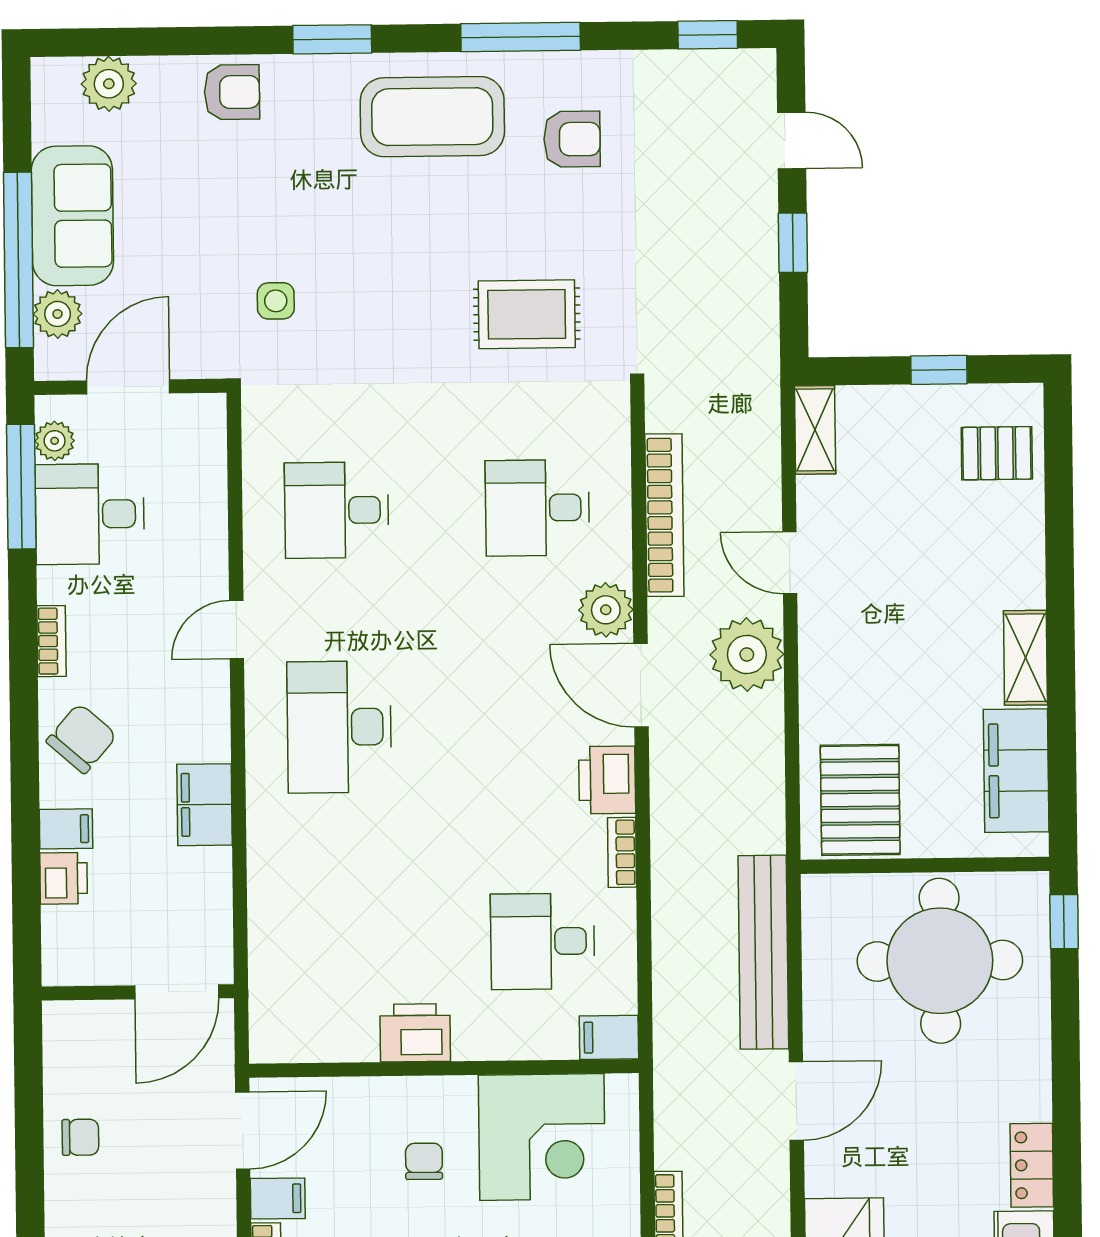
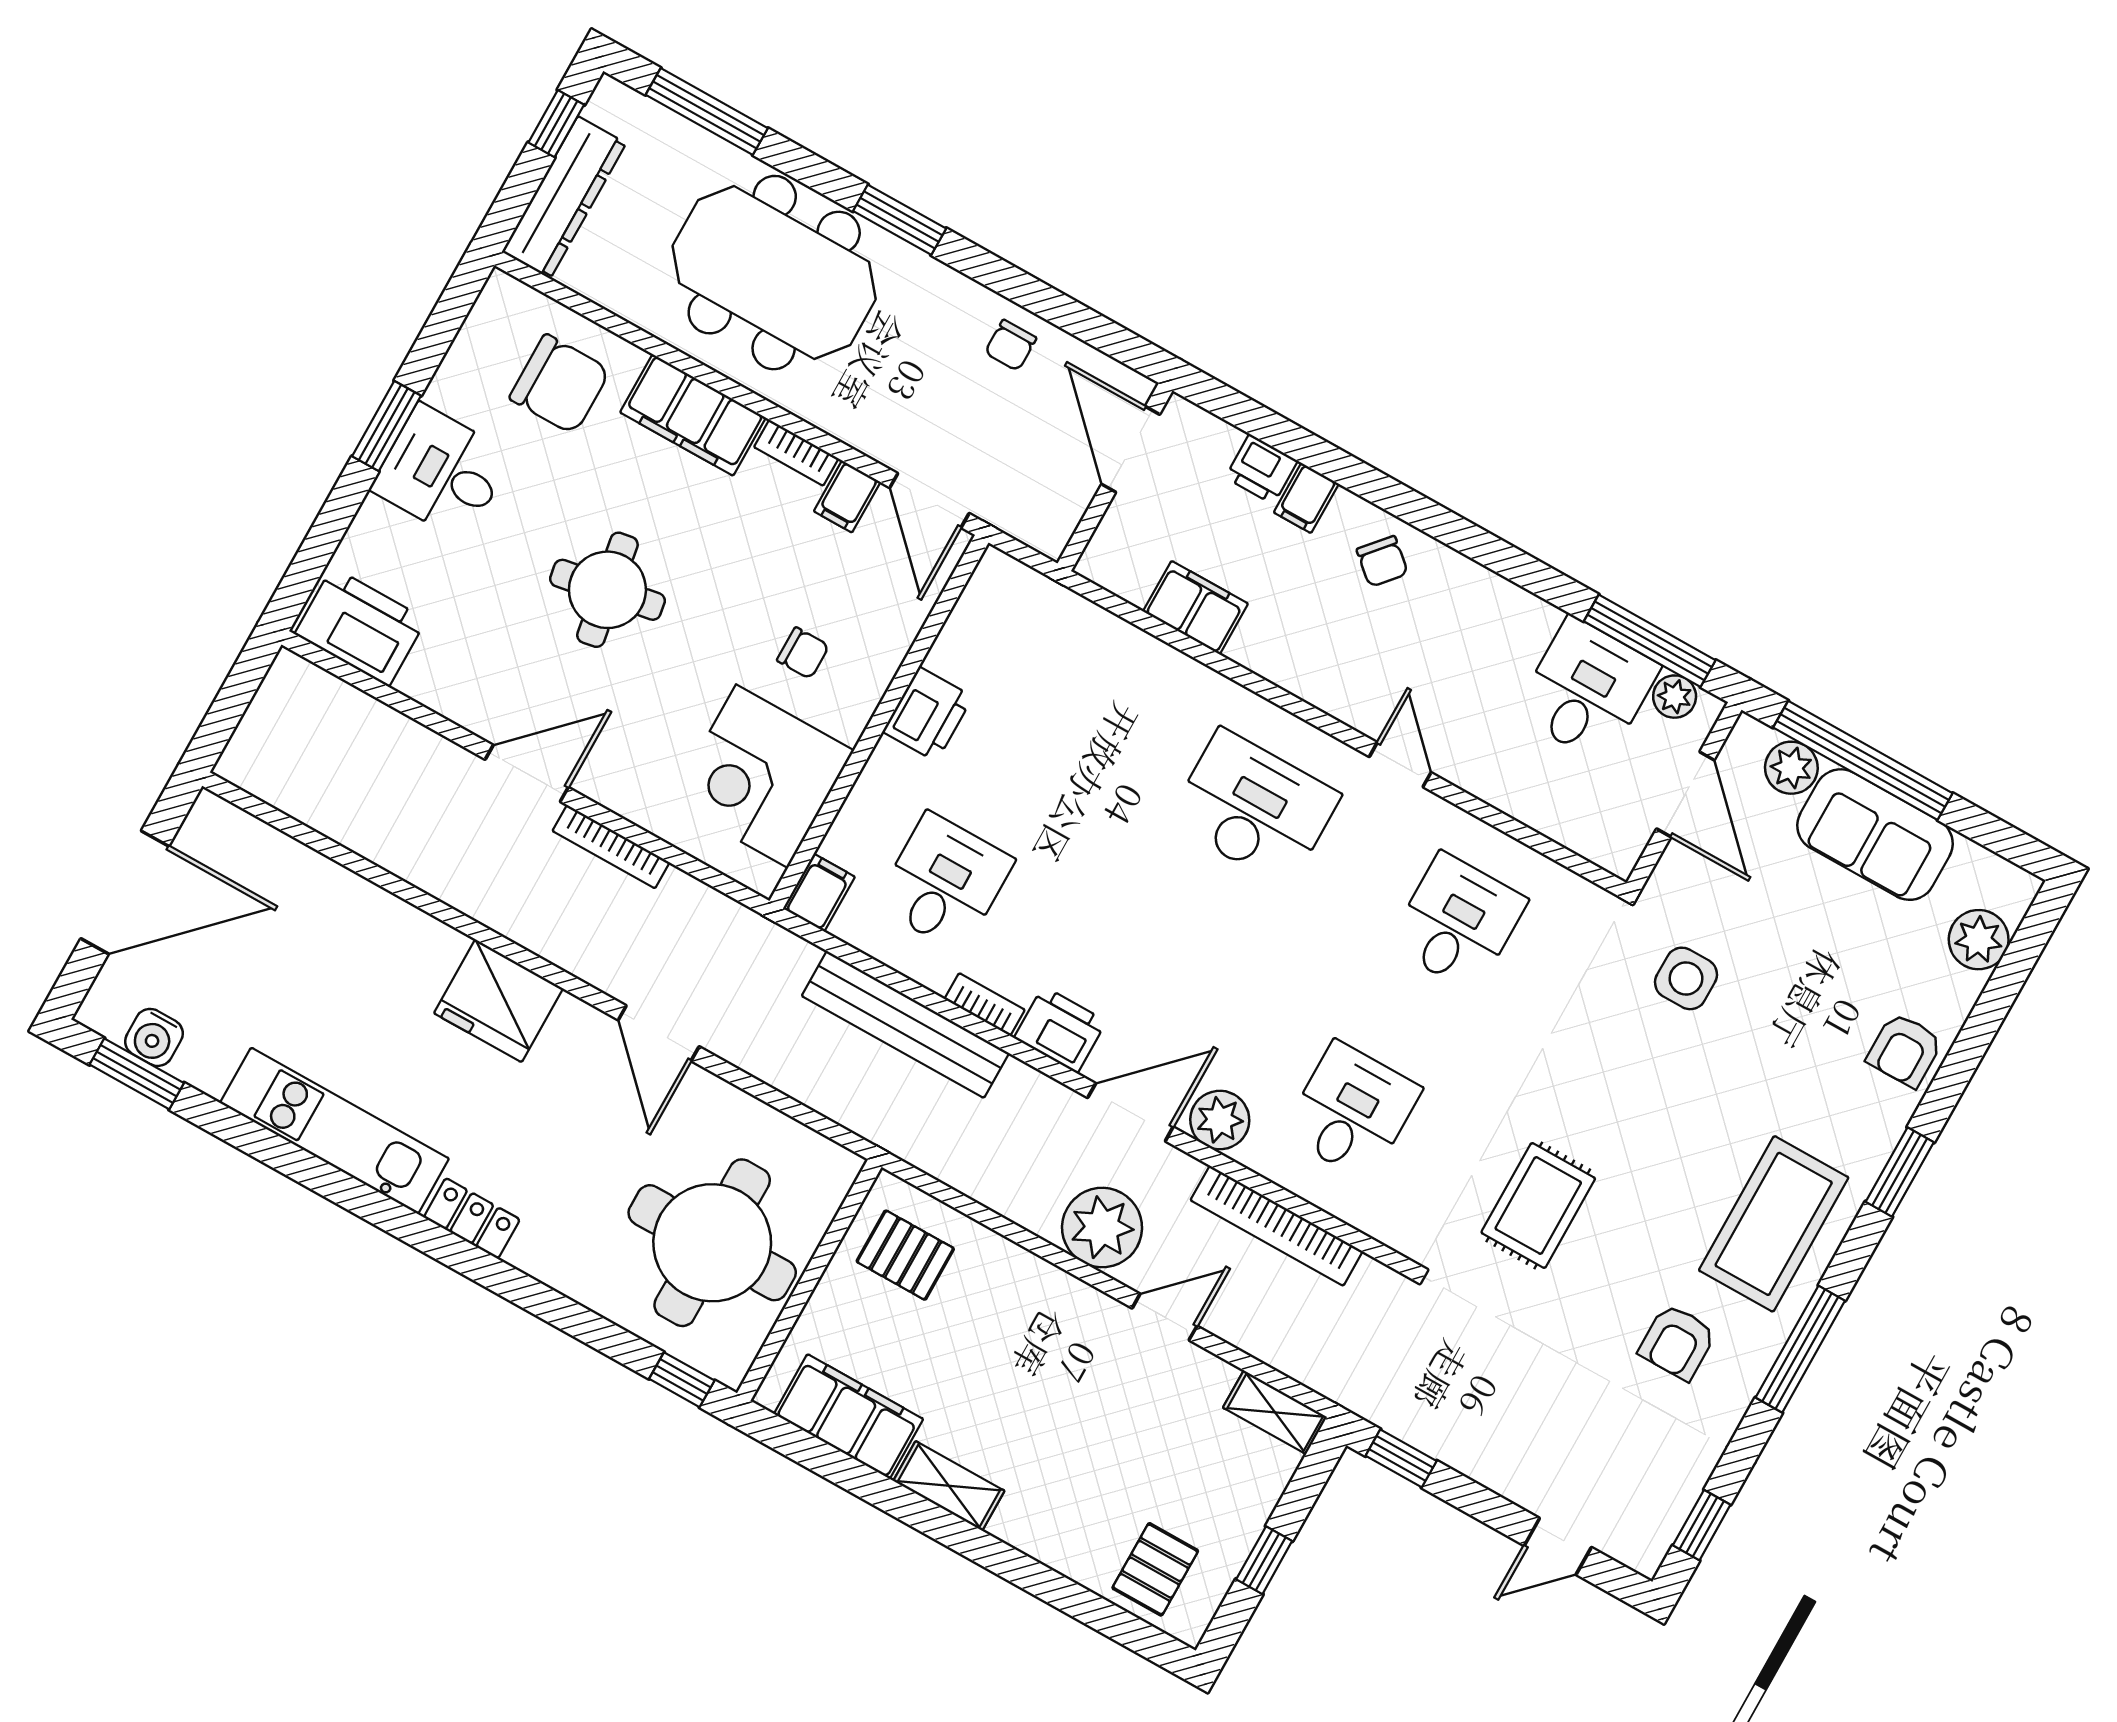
window: (793, 243) -> (1401, 1458), moved
side table: (276, 301) -> (1686, 978), width x1.37, depth x1.37
bookcase: (51, 641) -> (1489, 586), removed
chair: (82, 738) -> (1382, 561), width x0.73, depth x0.73
pallet: (860, 800) -> (905, 1255), width x0.67, depth x0.71
filing cabinet: (205, 805) -> (1196, 608), moved
bench: (763, 952) -> (905, 1024), moved
door: (177, 992) -> (1131, 449), moved

